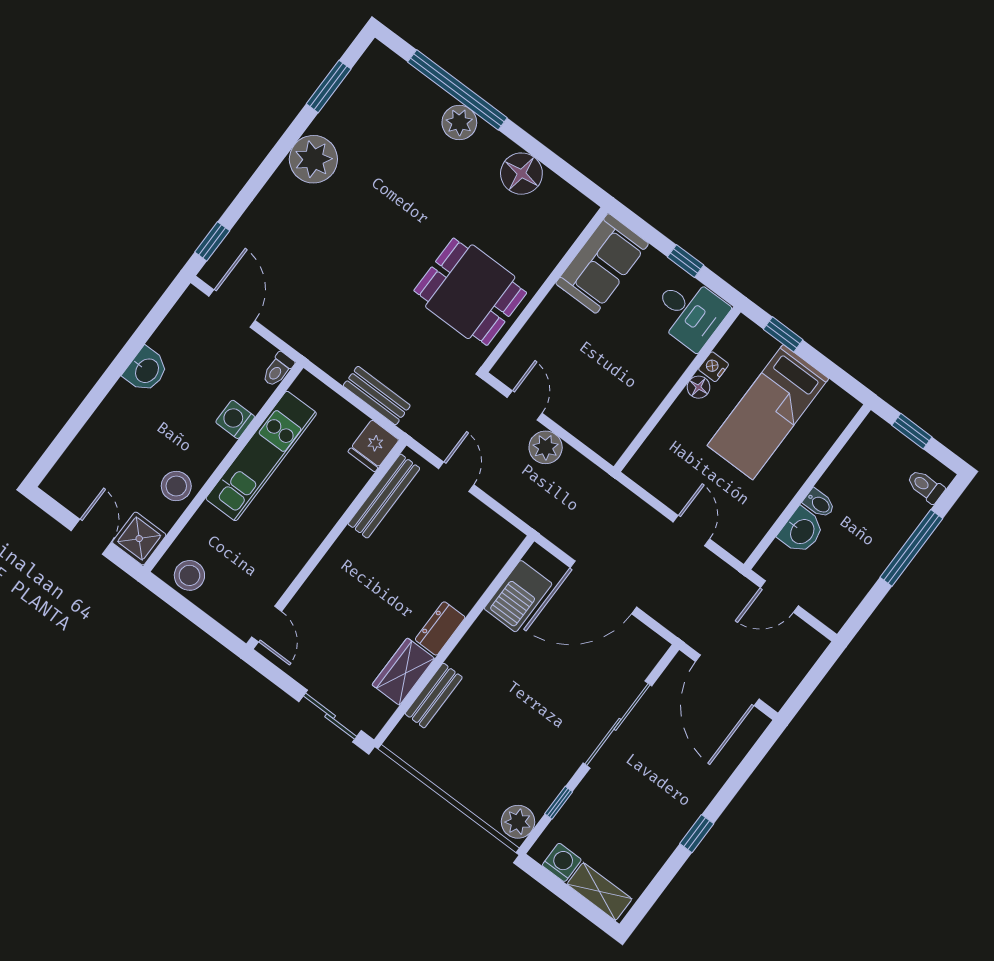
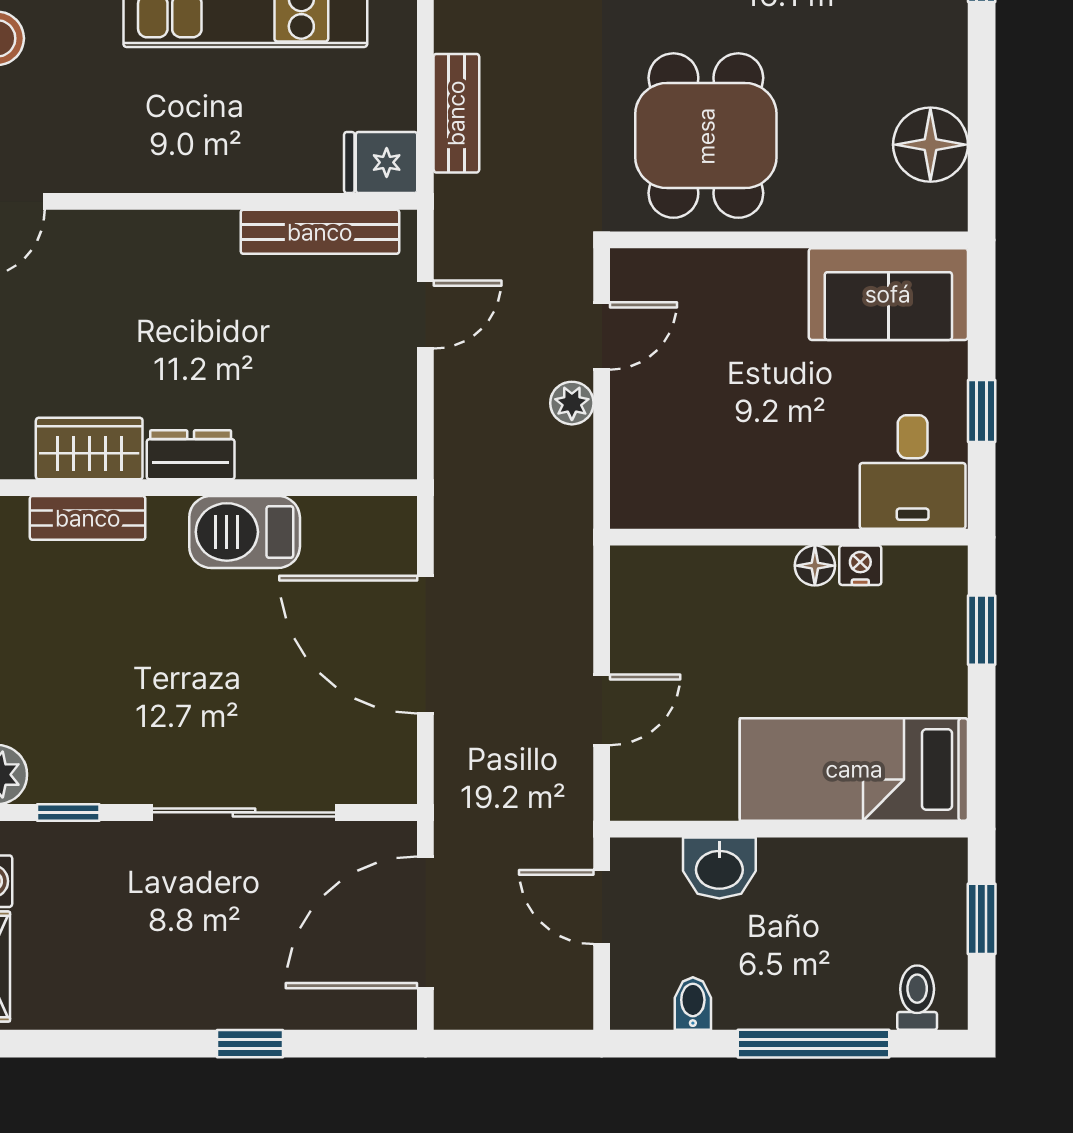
floor lamp: (521, 174) -> (930, 145), moved
bed: (768, 412) -> (854, 769), moved
plant: (546, 447) -> (572, 403), width x0.73, depth x0.73
bidet: (819, 503) -> (693, 1004), moved, turned 180
barbecue: (518, 596) -> (245, 532), moved
window: (697, 834) -> (250, 1044), moved

